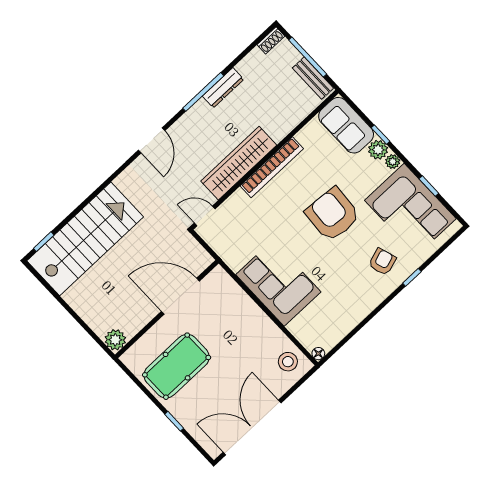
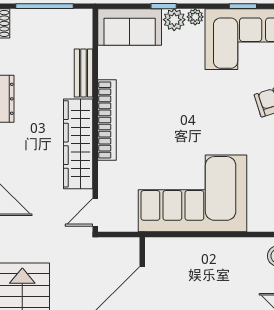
bench: (313, 78) -> (83, 73), moved, turned 90
armchair: (333, 214) -> (192, 106), removed
corner sofa: (278, 283) -> (192, 193), width x1.36, depth x1.36

